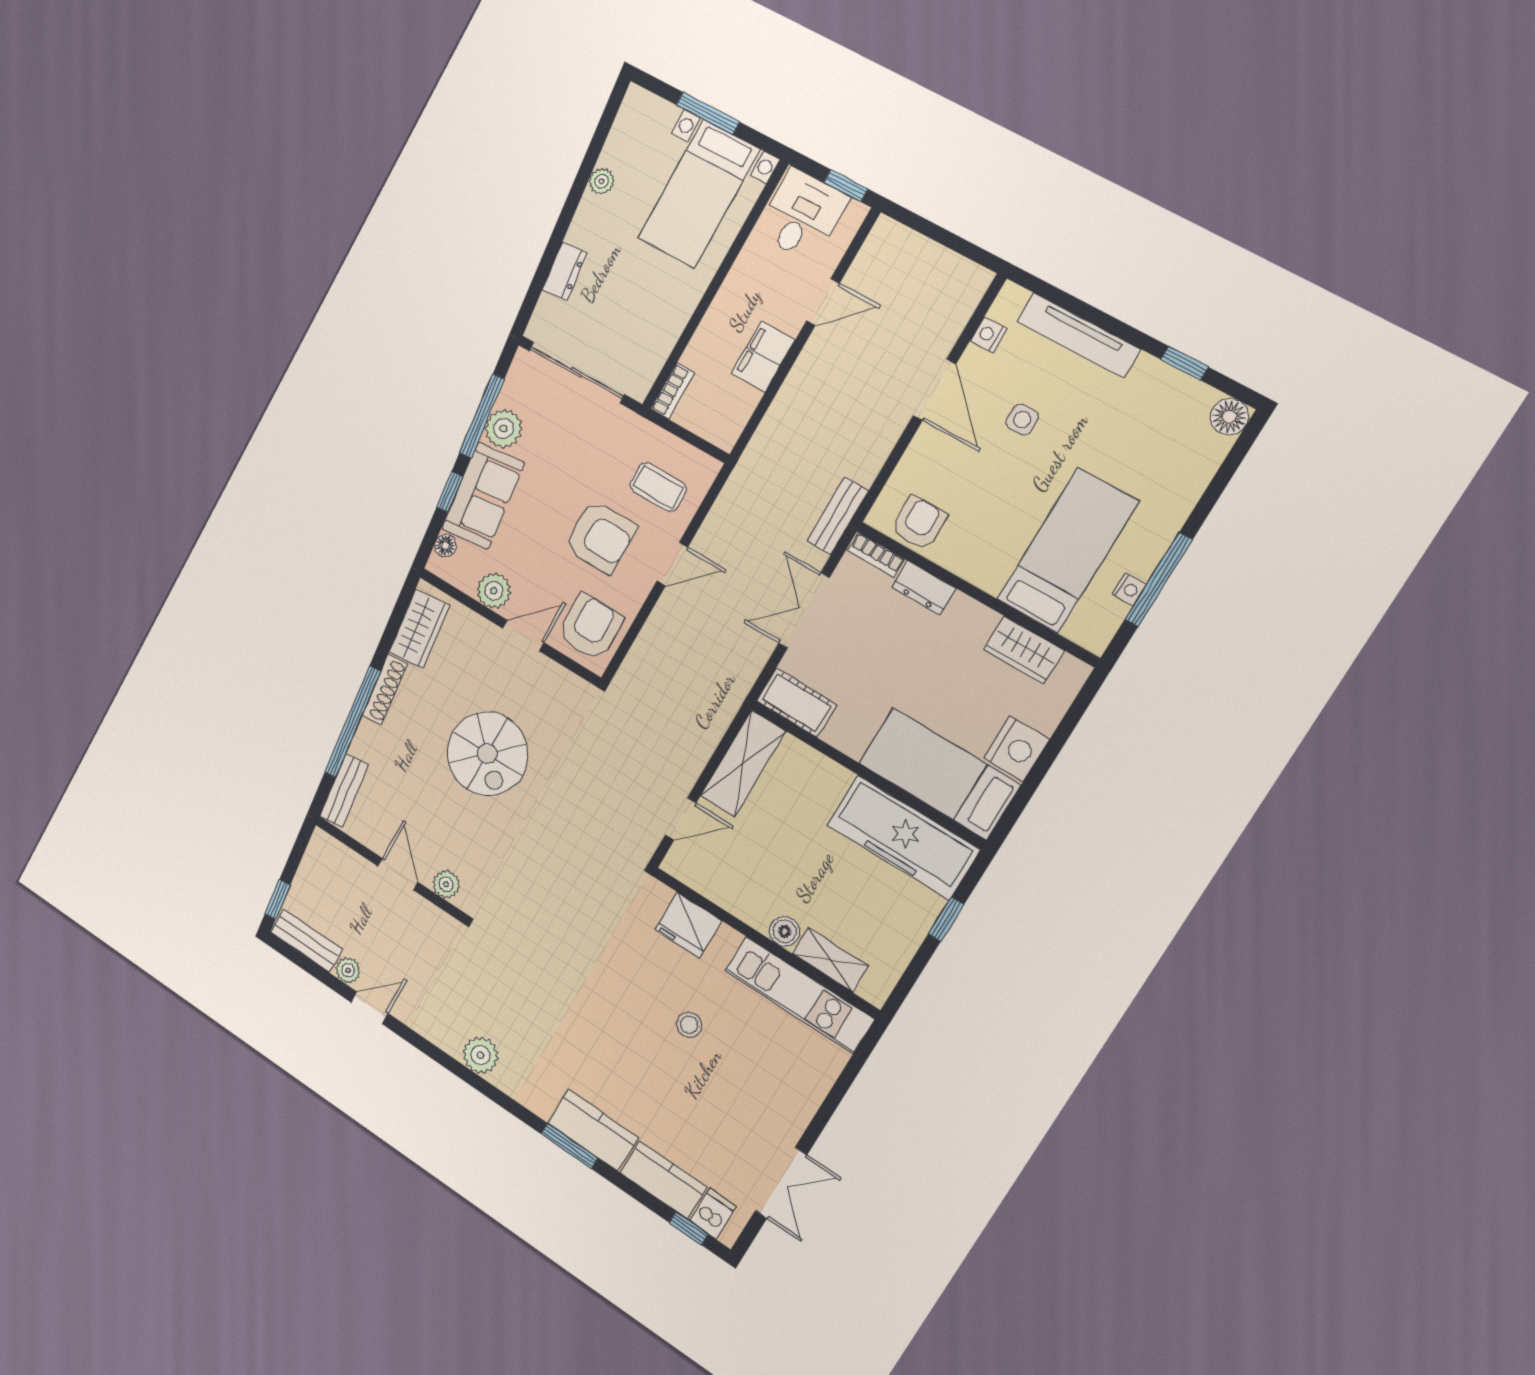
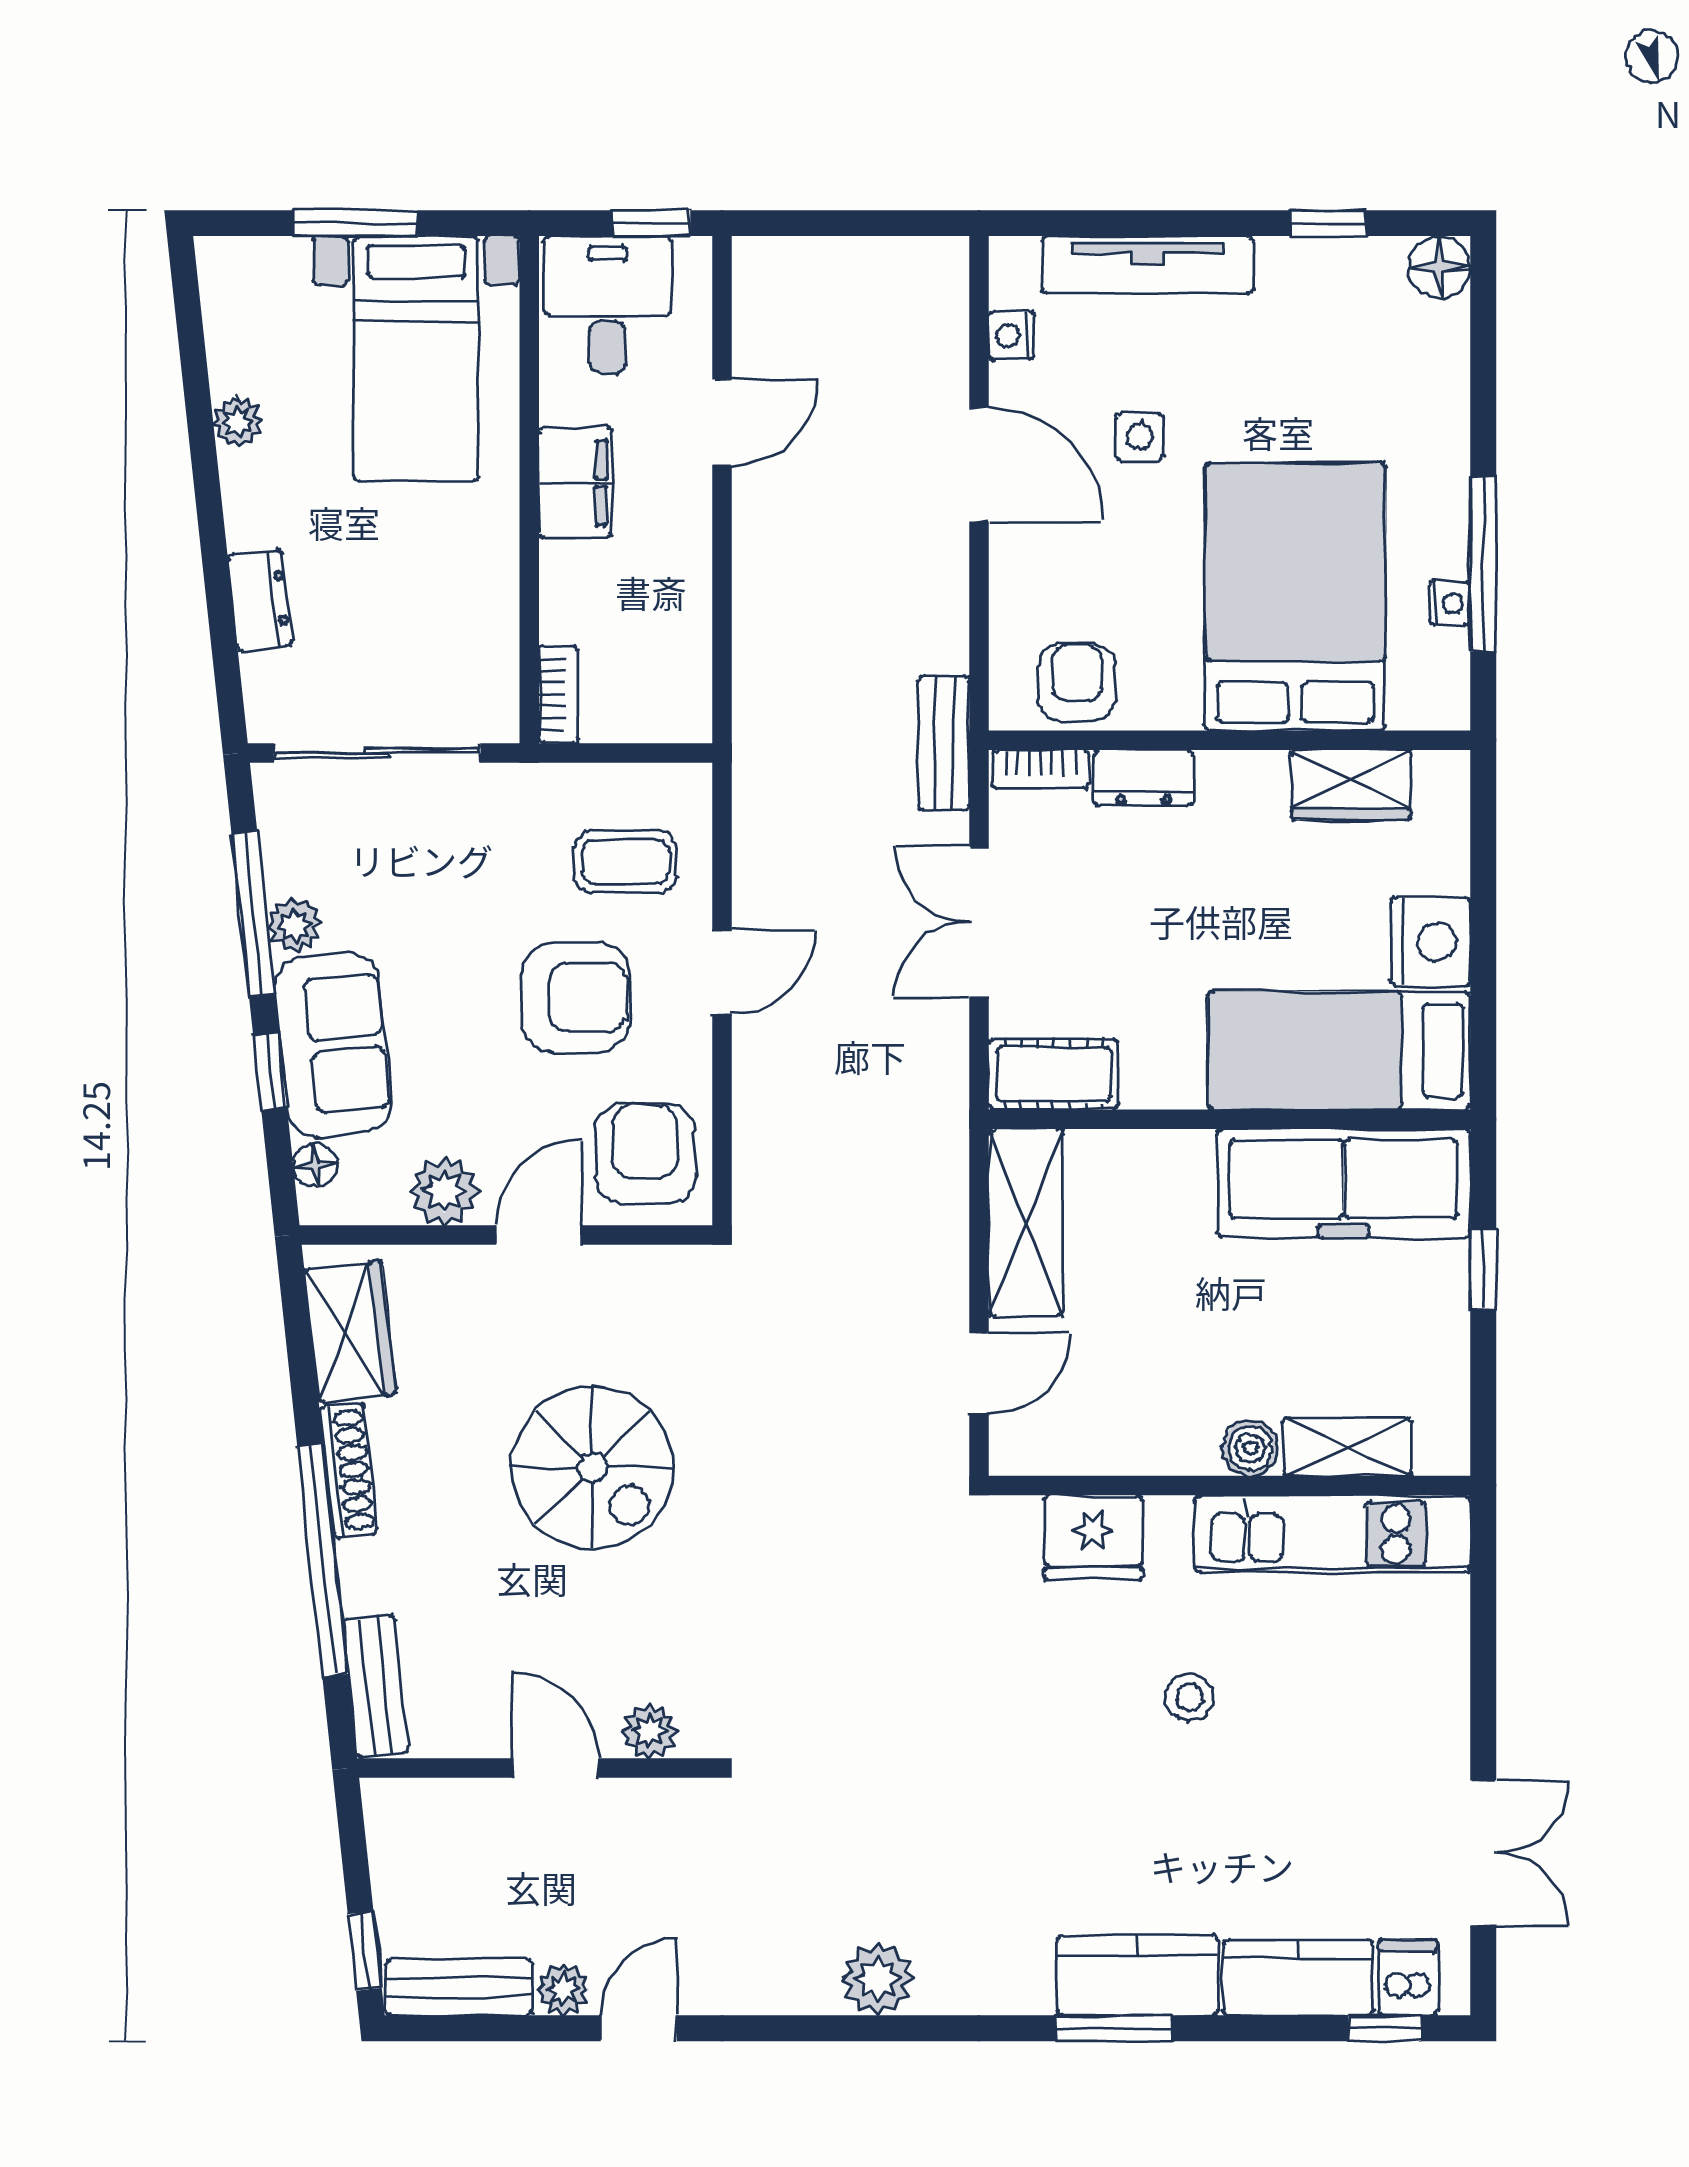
filing cabinet: (763, 357) -> (575, 483), moved, turned 180
plant: (503, 429) -> (295, 925), width x0.73, depth x0.73
bed: (1068, 551) -> (1295, 597), width x1.50

